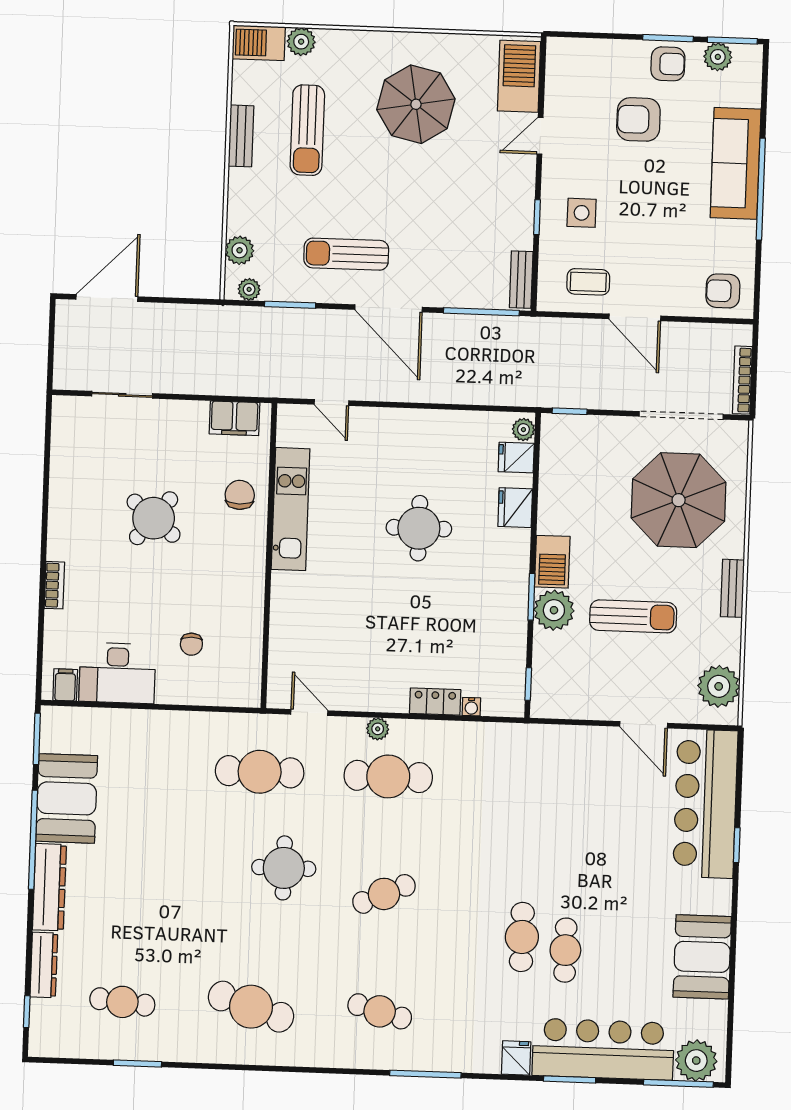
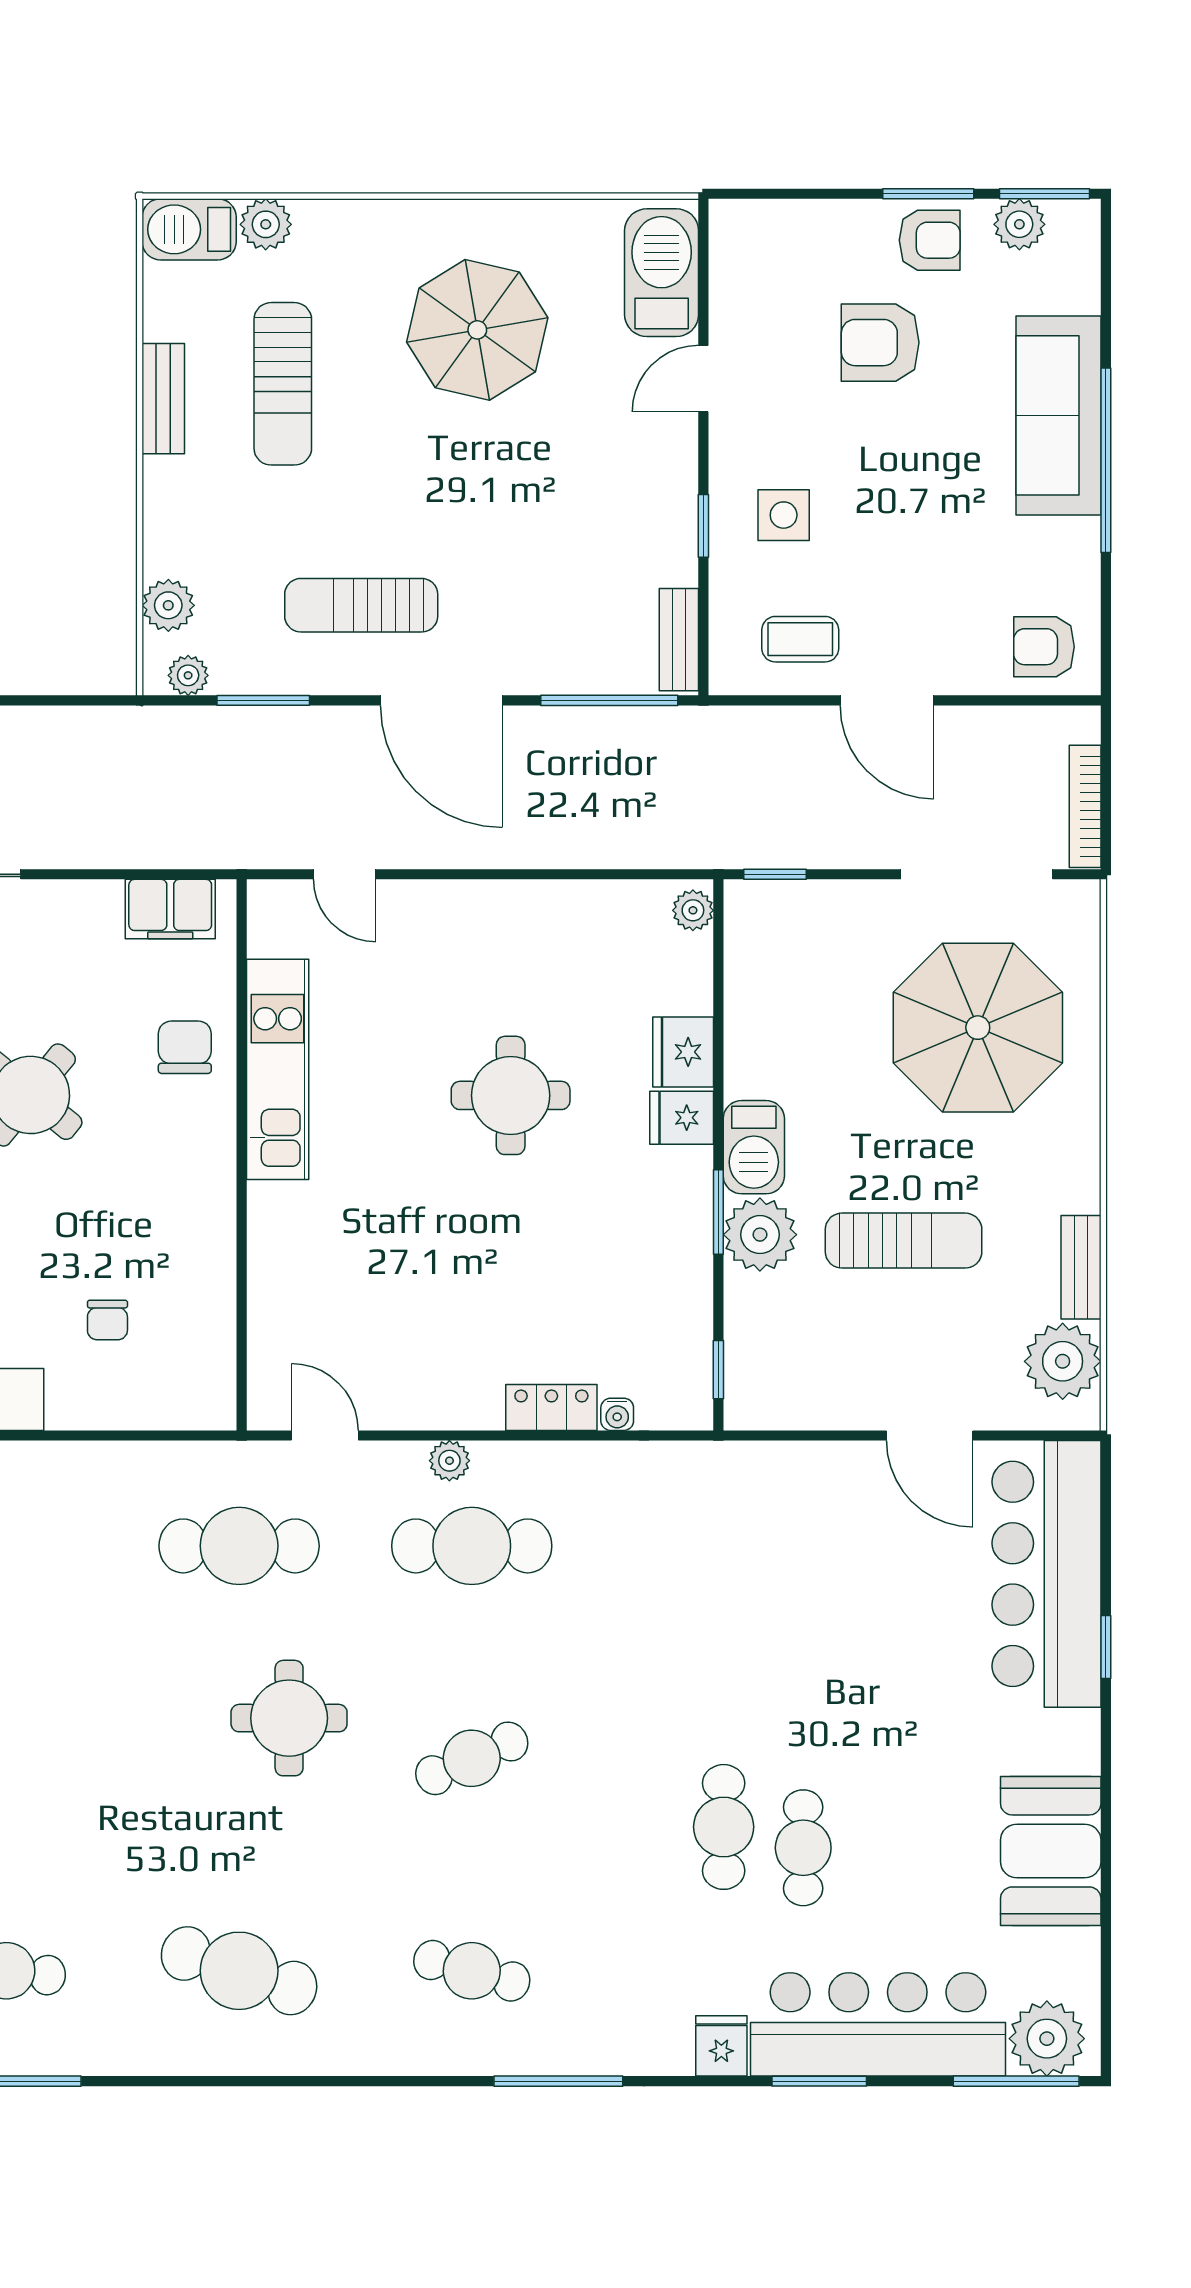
fridge: (516, 458) -> (682, 1118), moved
bench: (732, 588) -> (1081, 1267), moved

